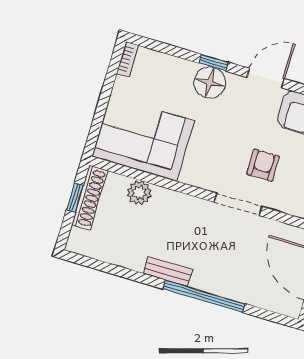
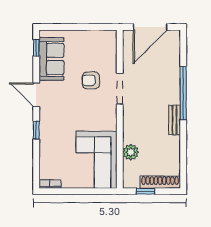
floor lamp: (210, 82) -> (49, 129), removed
shoe rack: (90, 198) -> (160, 182), moved

